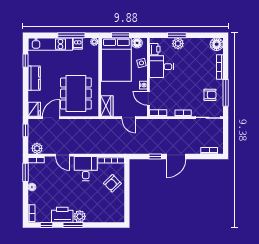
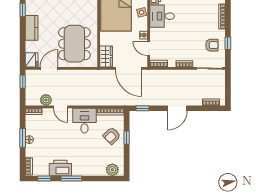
window: (226, 93) -> (228, 43), width x0.46
door: (129, 118) -> (129, 68), width x1.87
plant: (37, 148) -> (46, 100), moved
window: (155, 156) -> (142, 108), moved
window: (25, 172) -> (23, 138), moved
window: (127, 185) -> (127, 138), added
plant: (80, 216) -> (112, 170), moved

